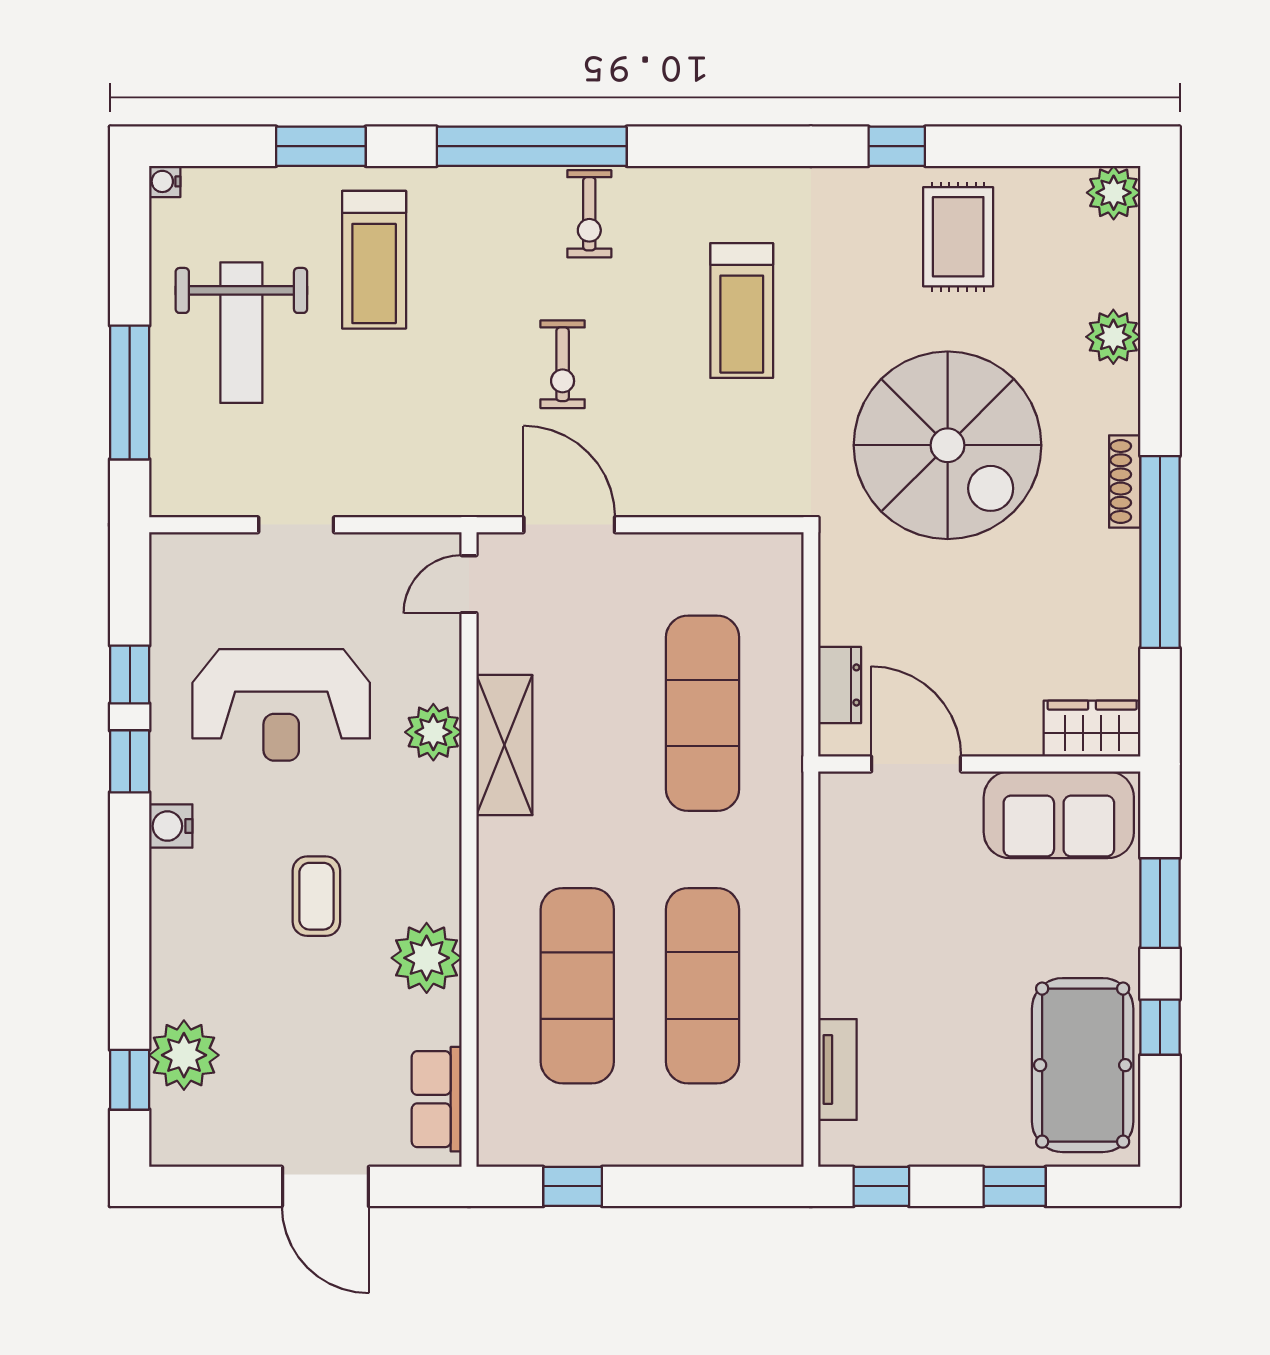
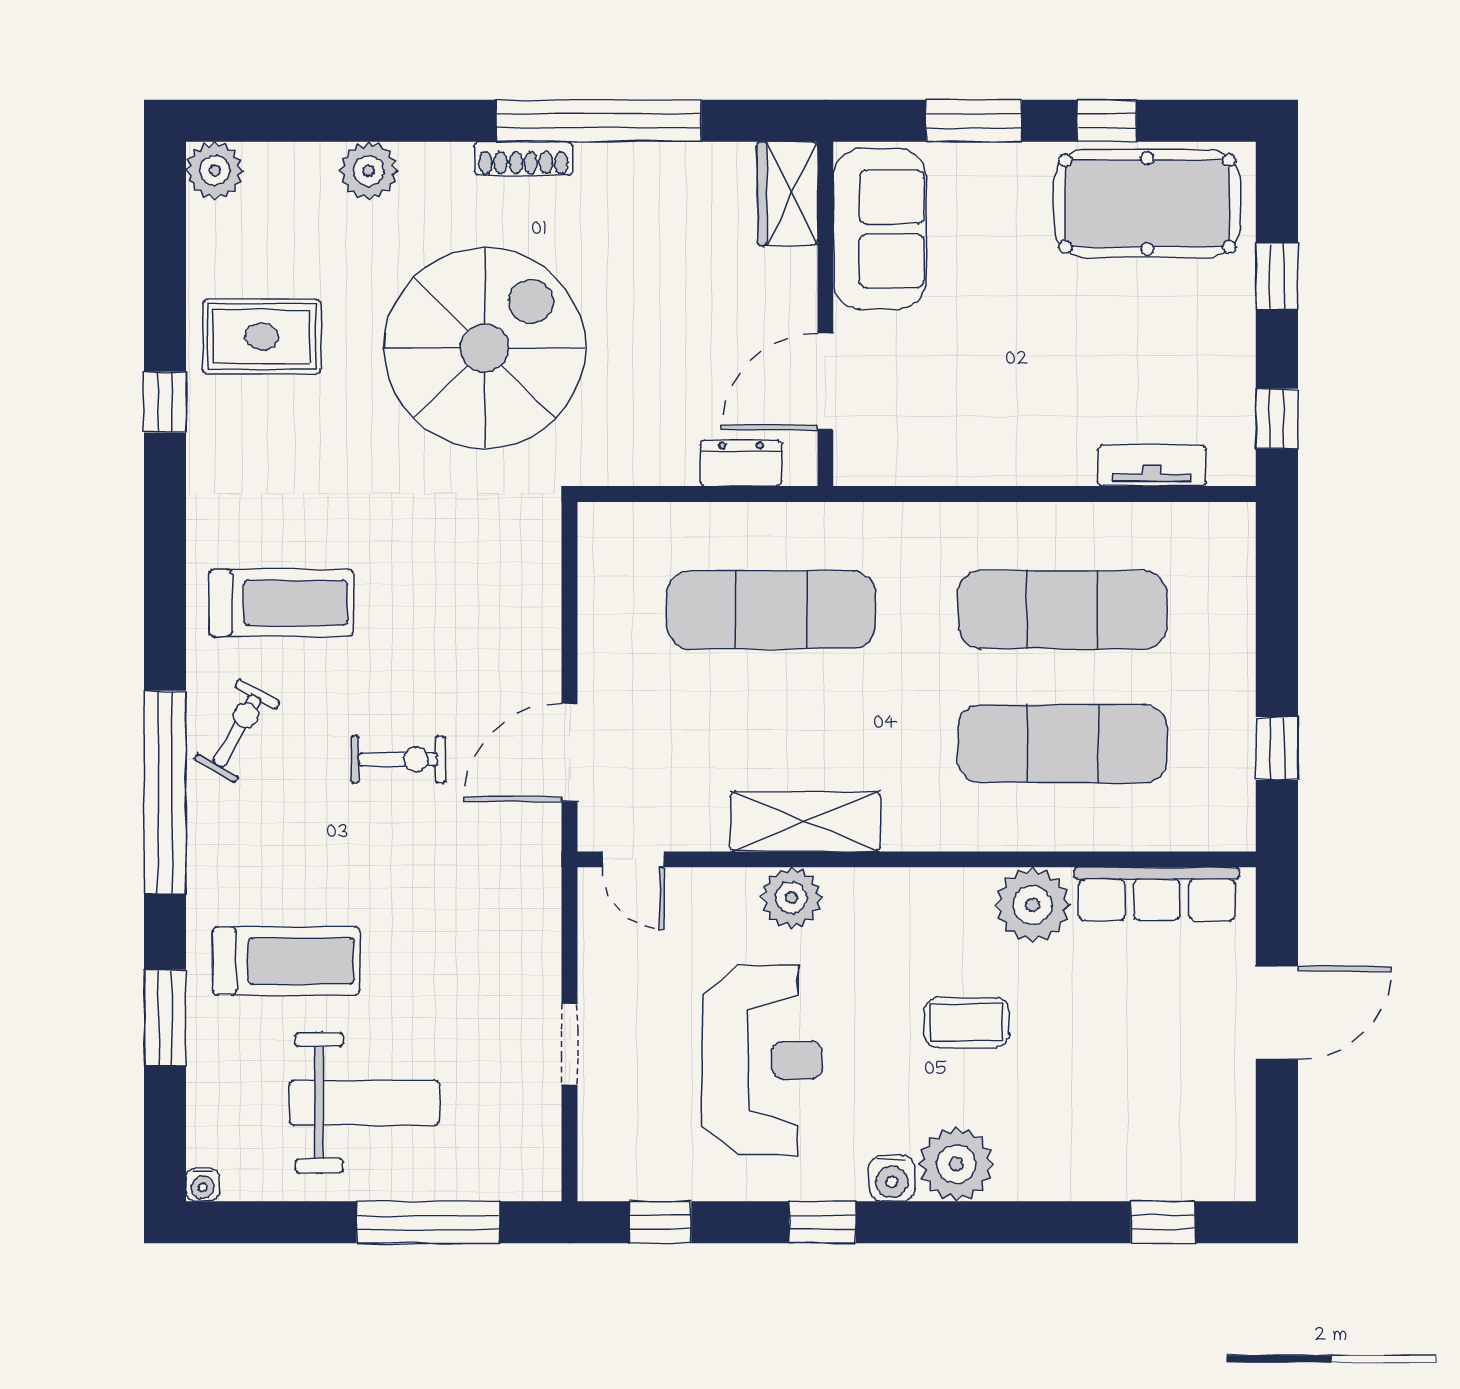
exercise bike: (589, 214) -> (237, 731), turned -61
treadmill: (742, 311) -> (281, 603), moved
window: (130, 674) -> (660, 1222), moved
plant: (184, 1055) -> (956, 1164), moved
row of seats: (437, 1099) -> (1157, 894), width x1.48

